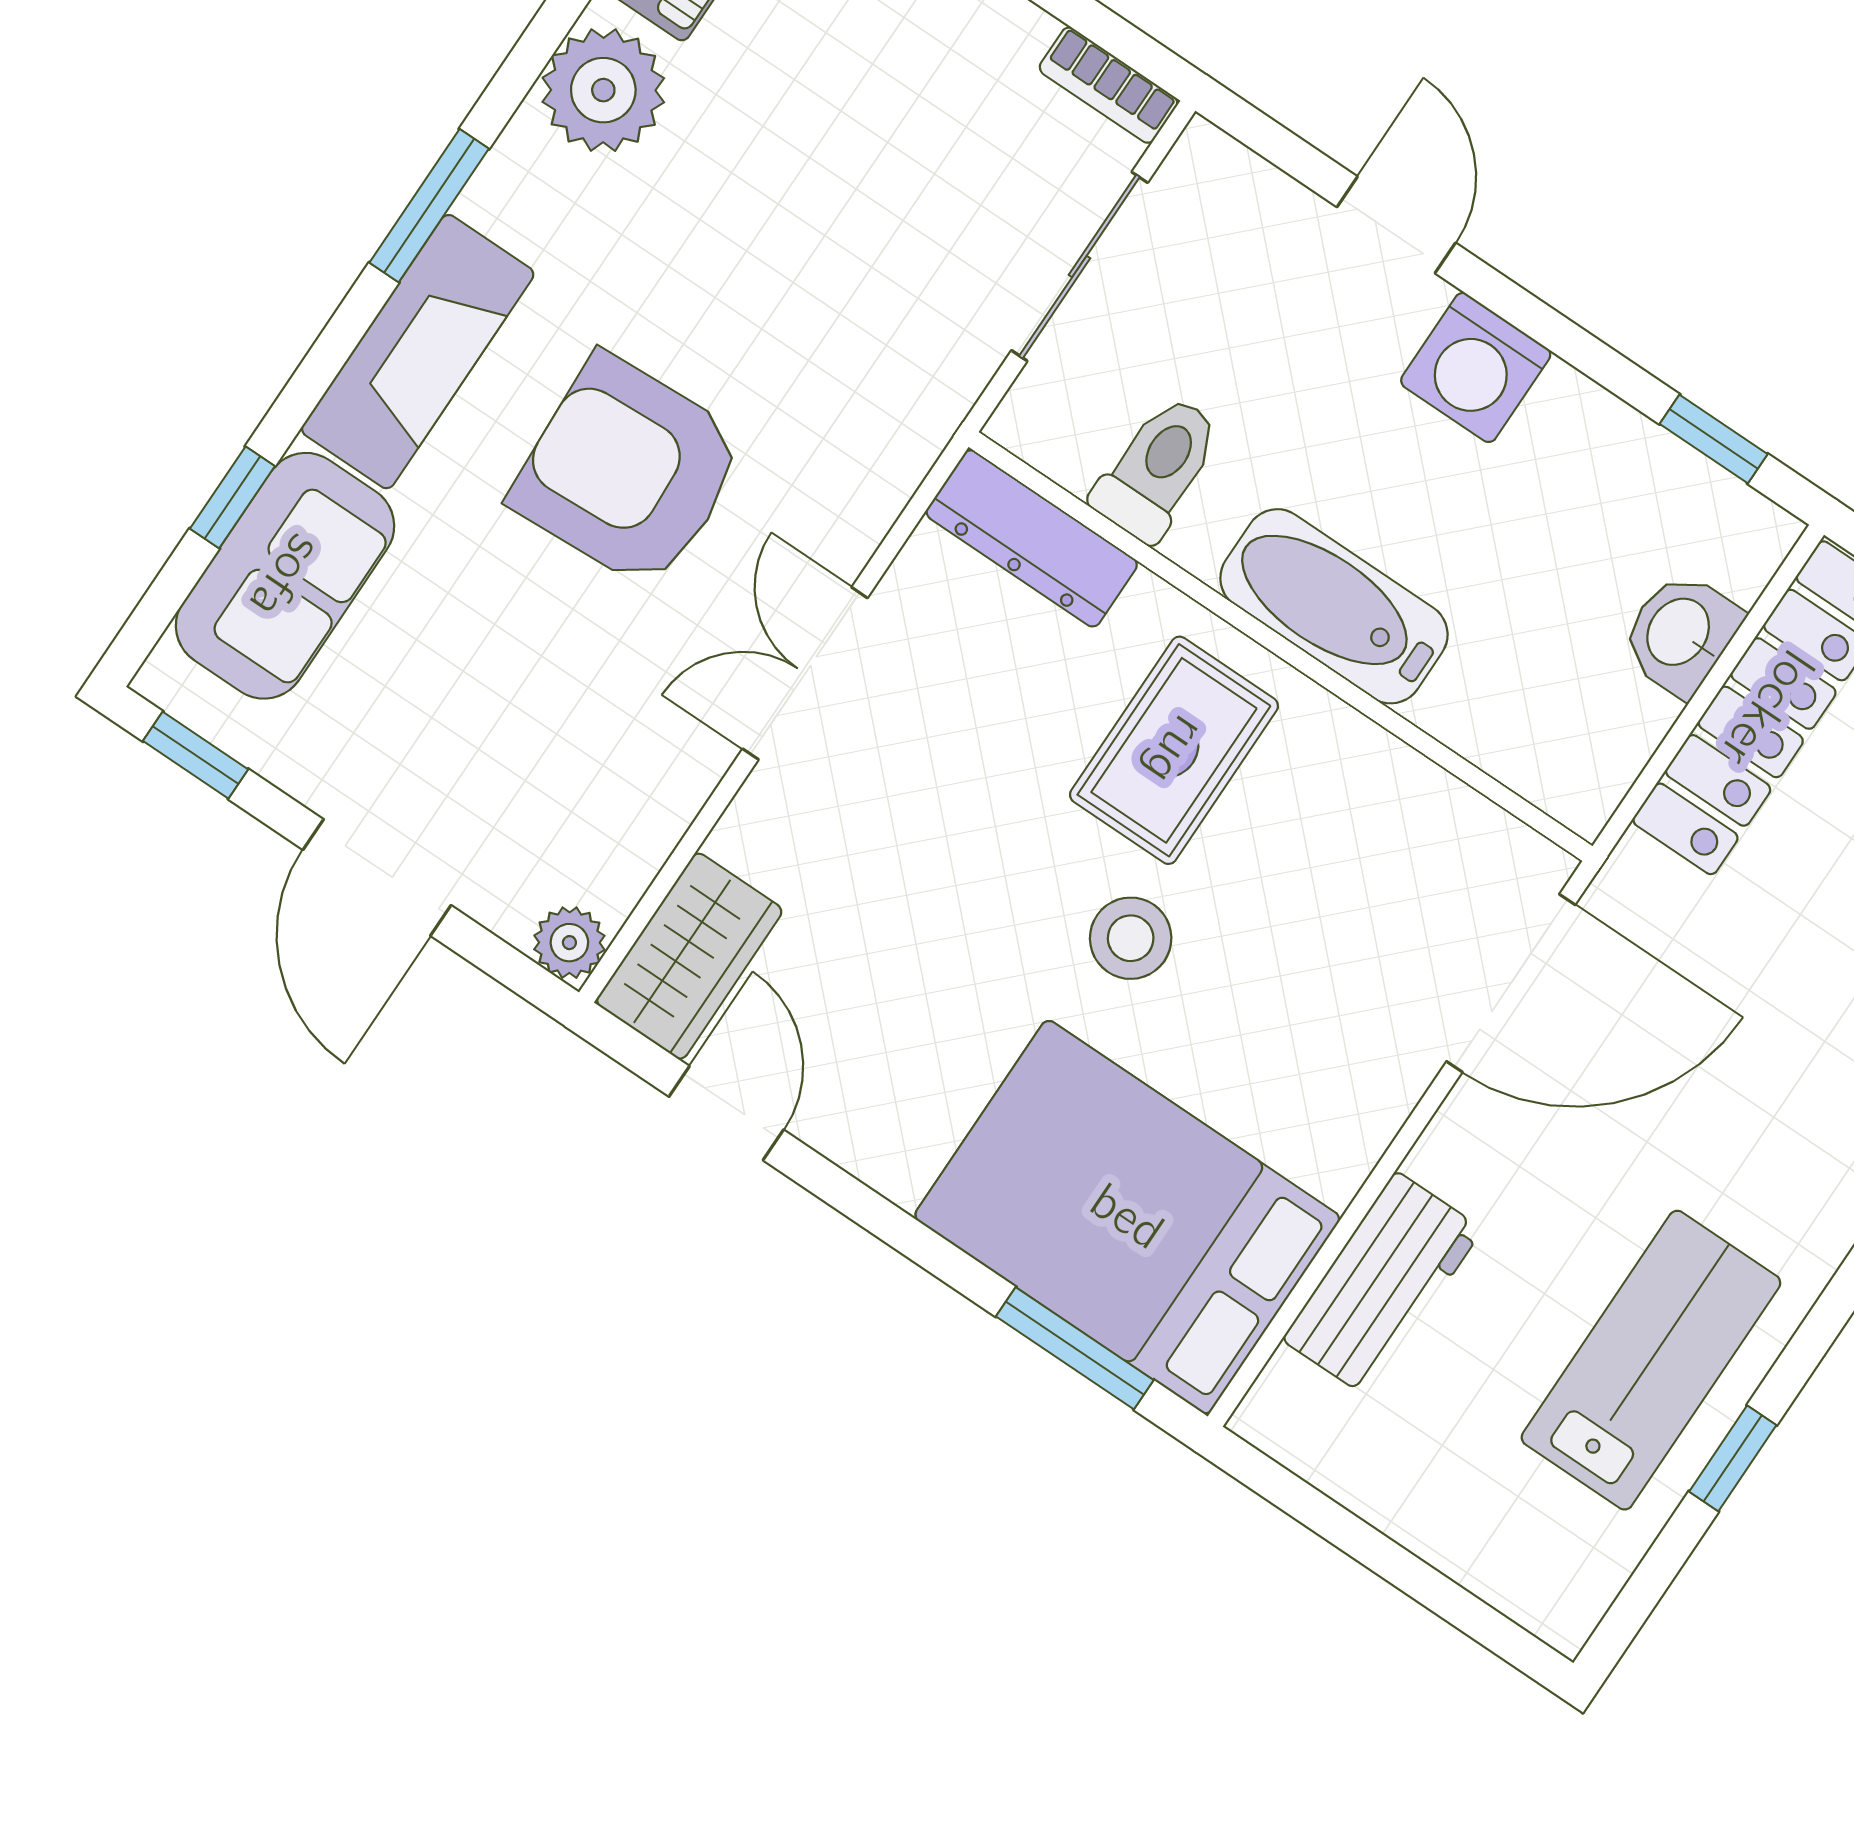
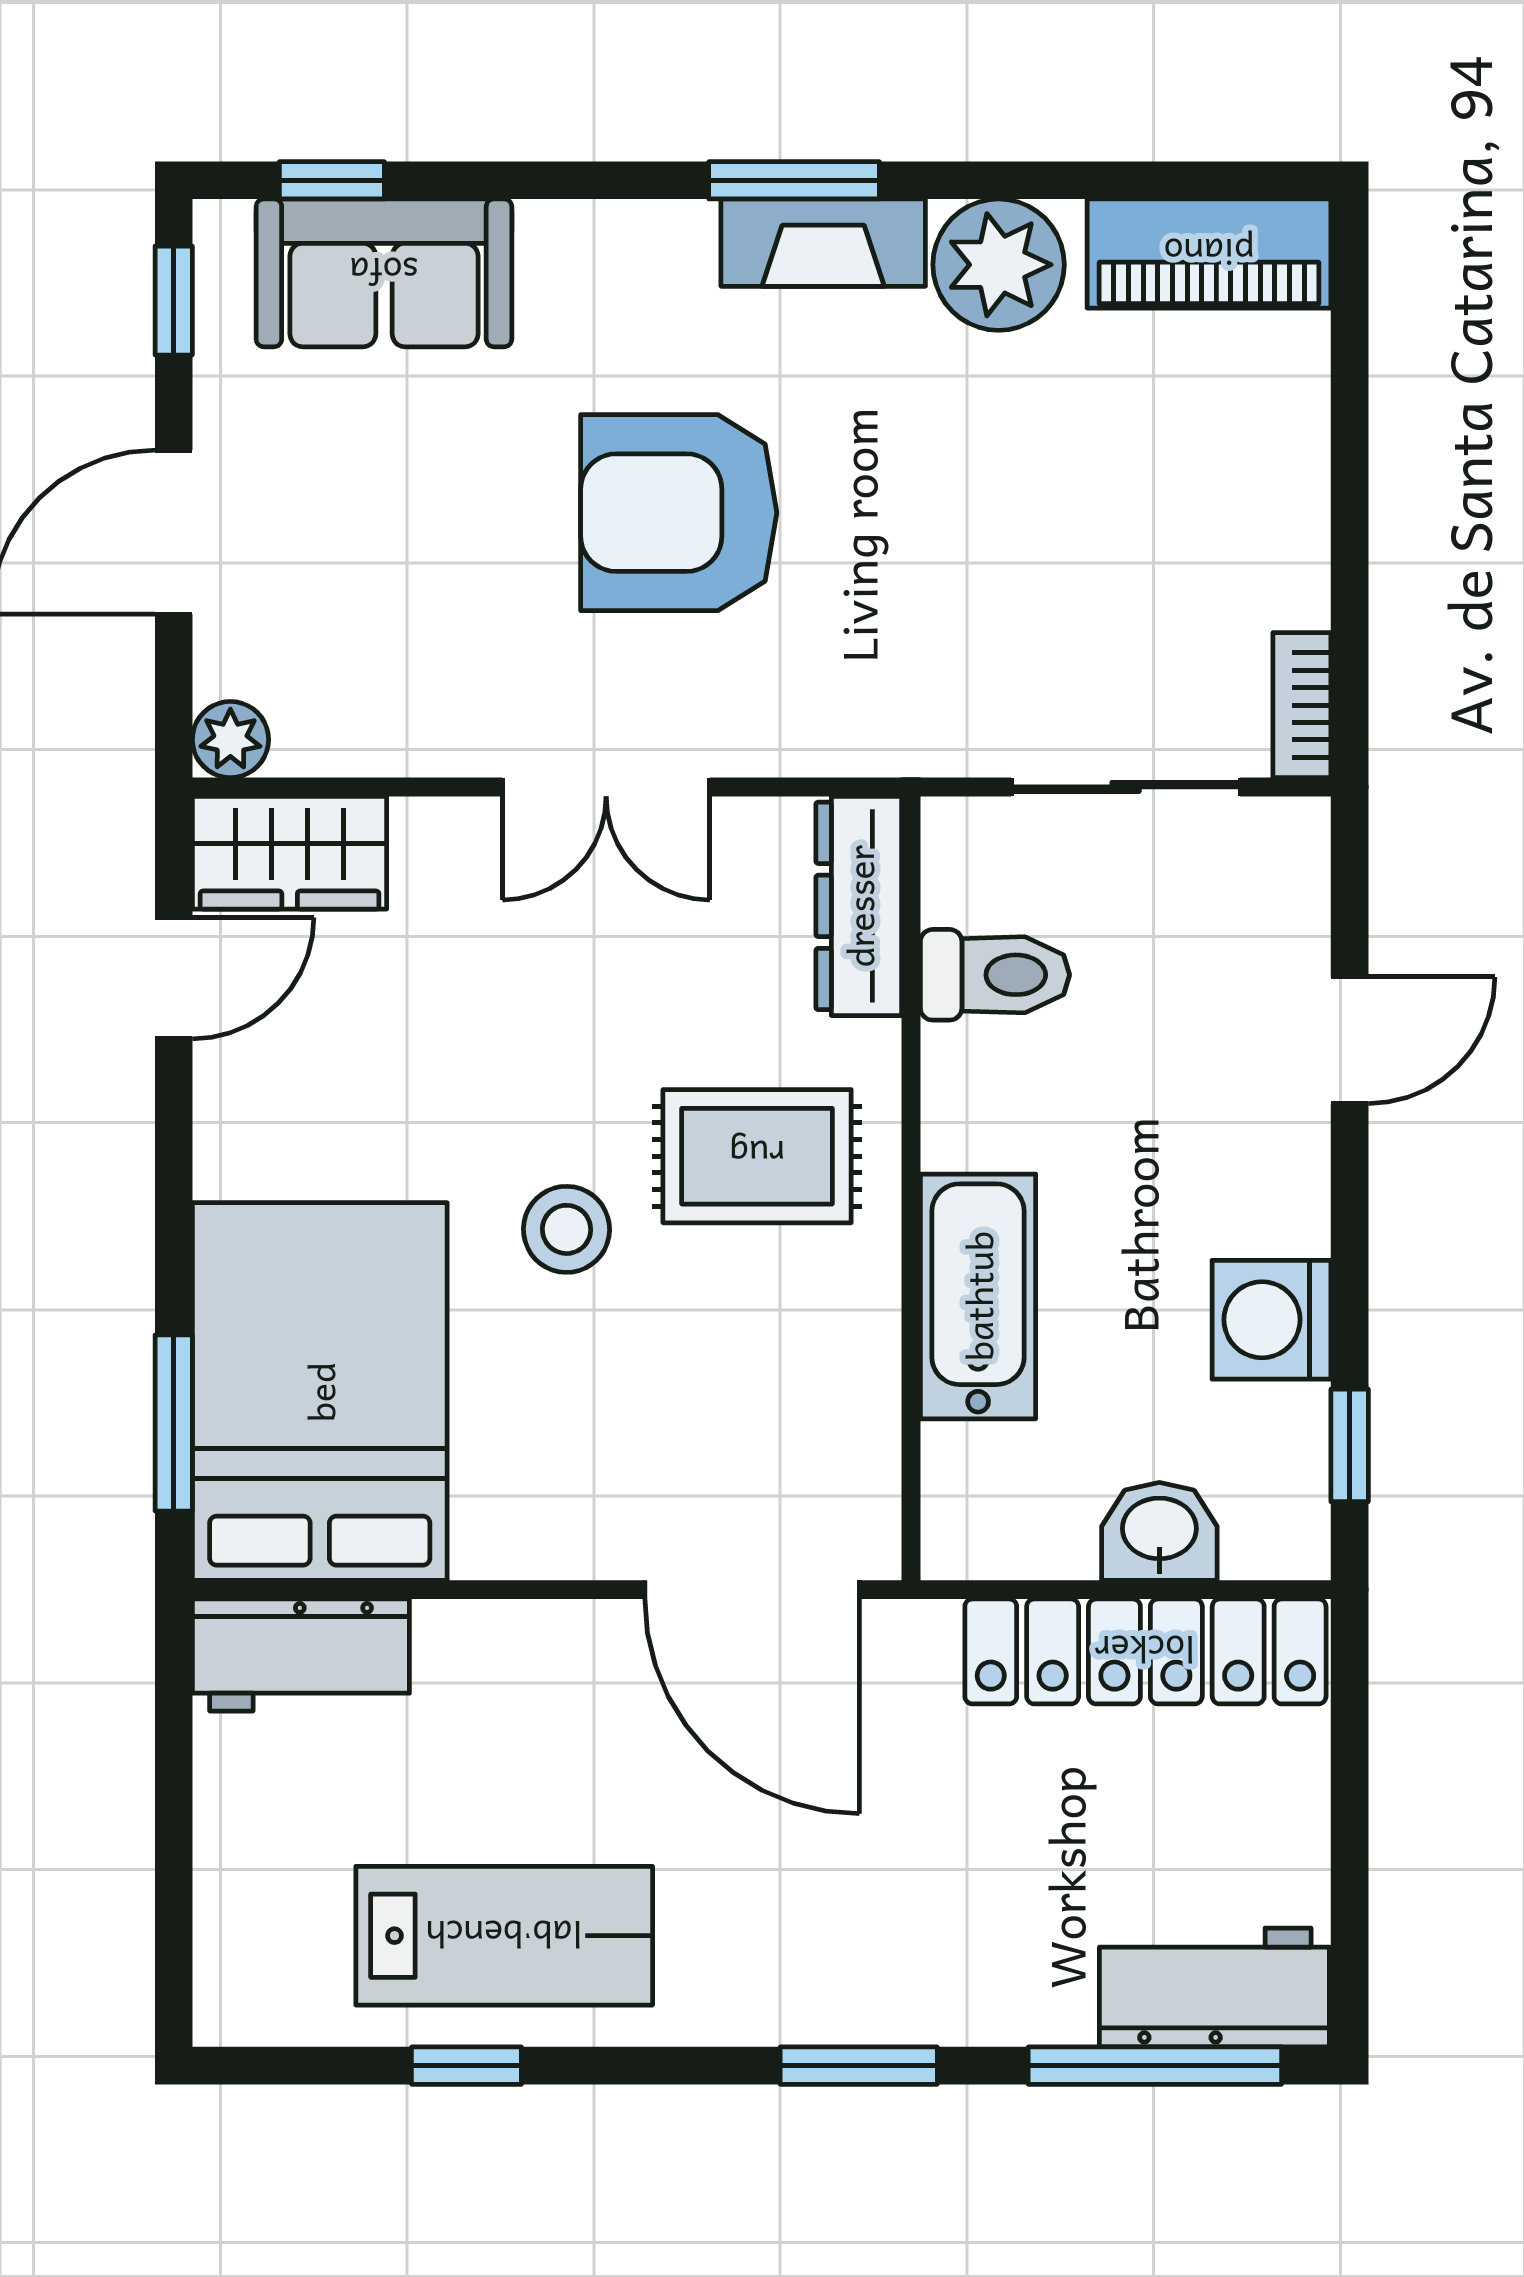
fireplace: (418, 352) -> (823, 243), moved, width x0.73, depth x0.76
washing machine: (1476, 367) -> (1272, 1320), moved
armchair: (629, 472) -> (679, 513), turned -87
window: (232, 497) -> (332, 180), moved
bathtub: (1334, 606) -> (978, 1296), moved
double door: (805, 673) -> (606, 787), swing flipped
workbench: (1382, 1284) -> (301, 1655), moved

